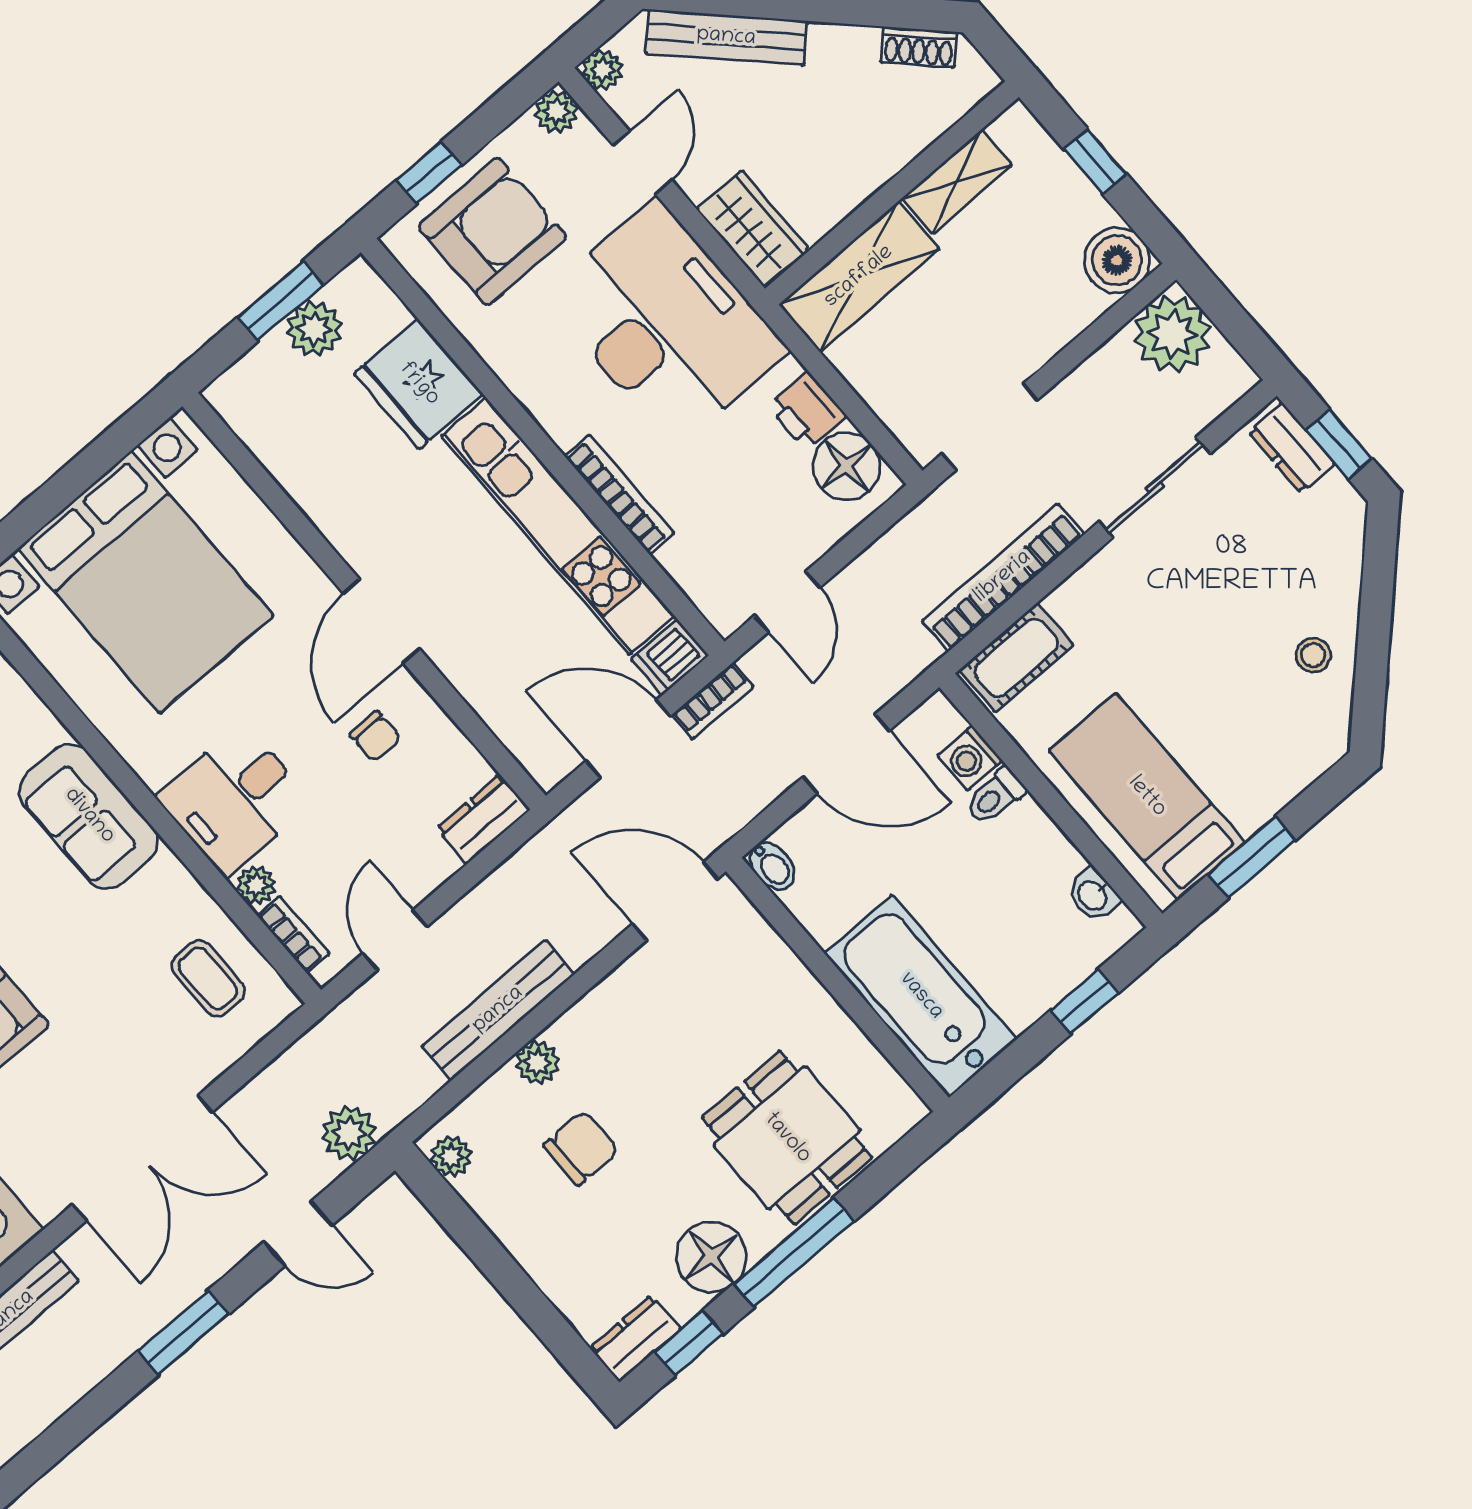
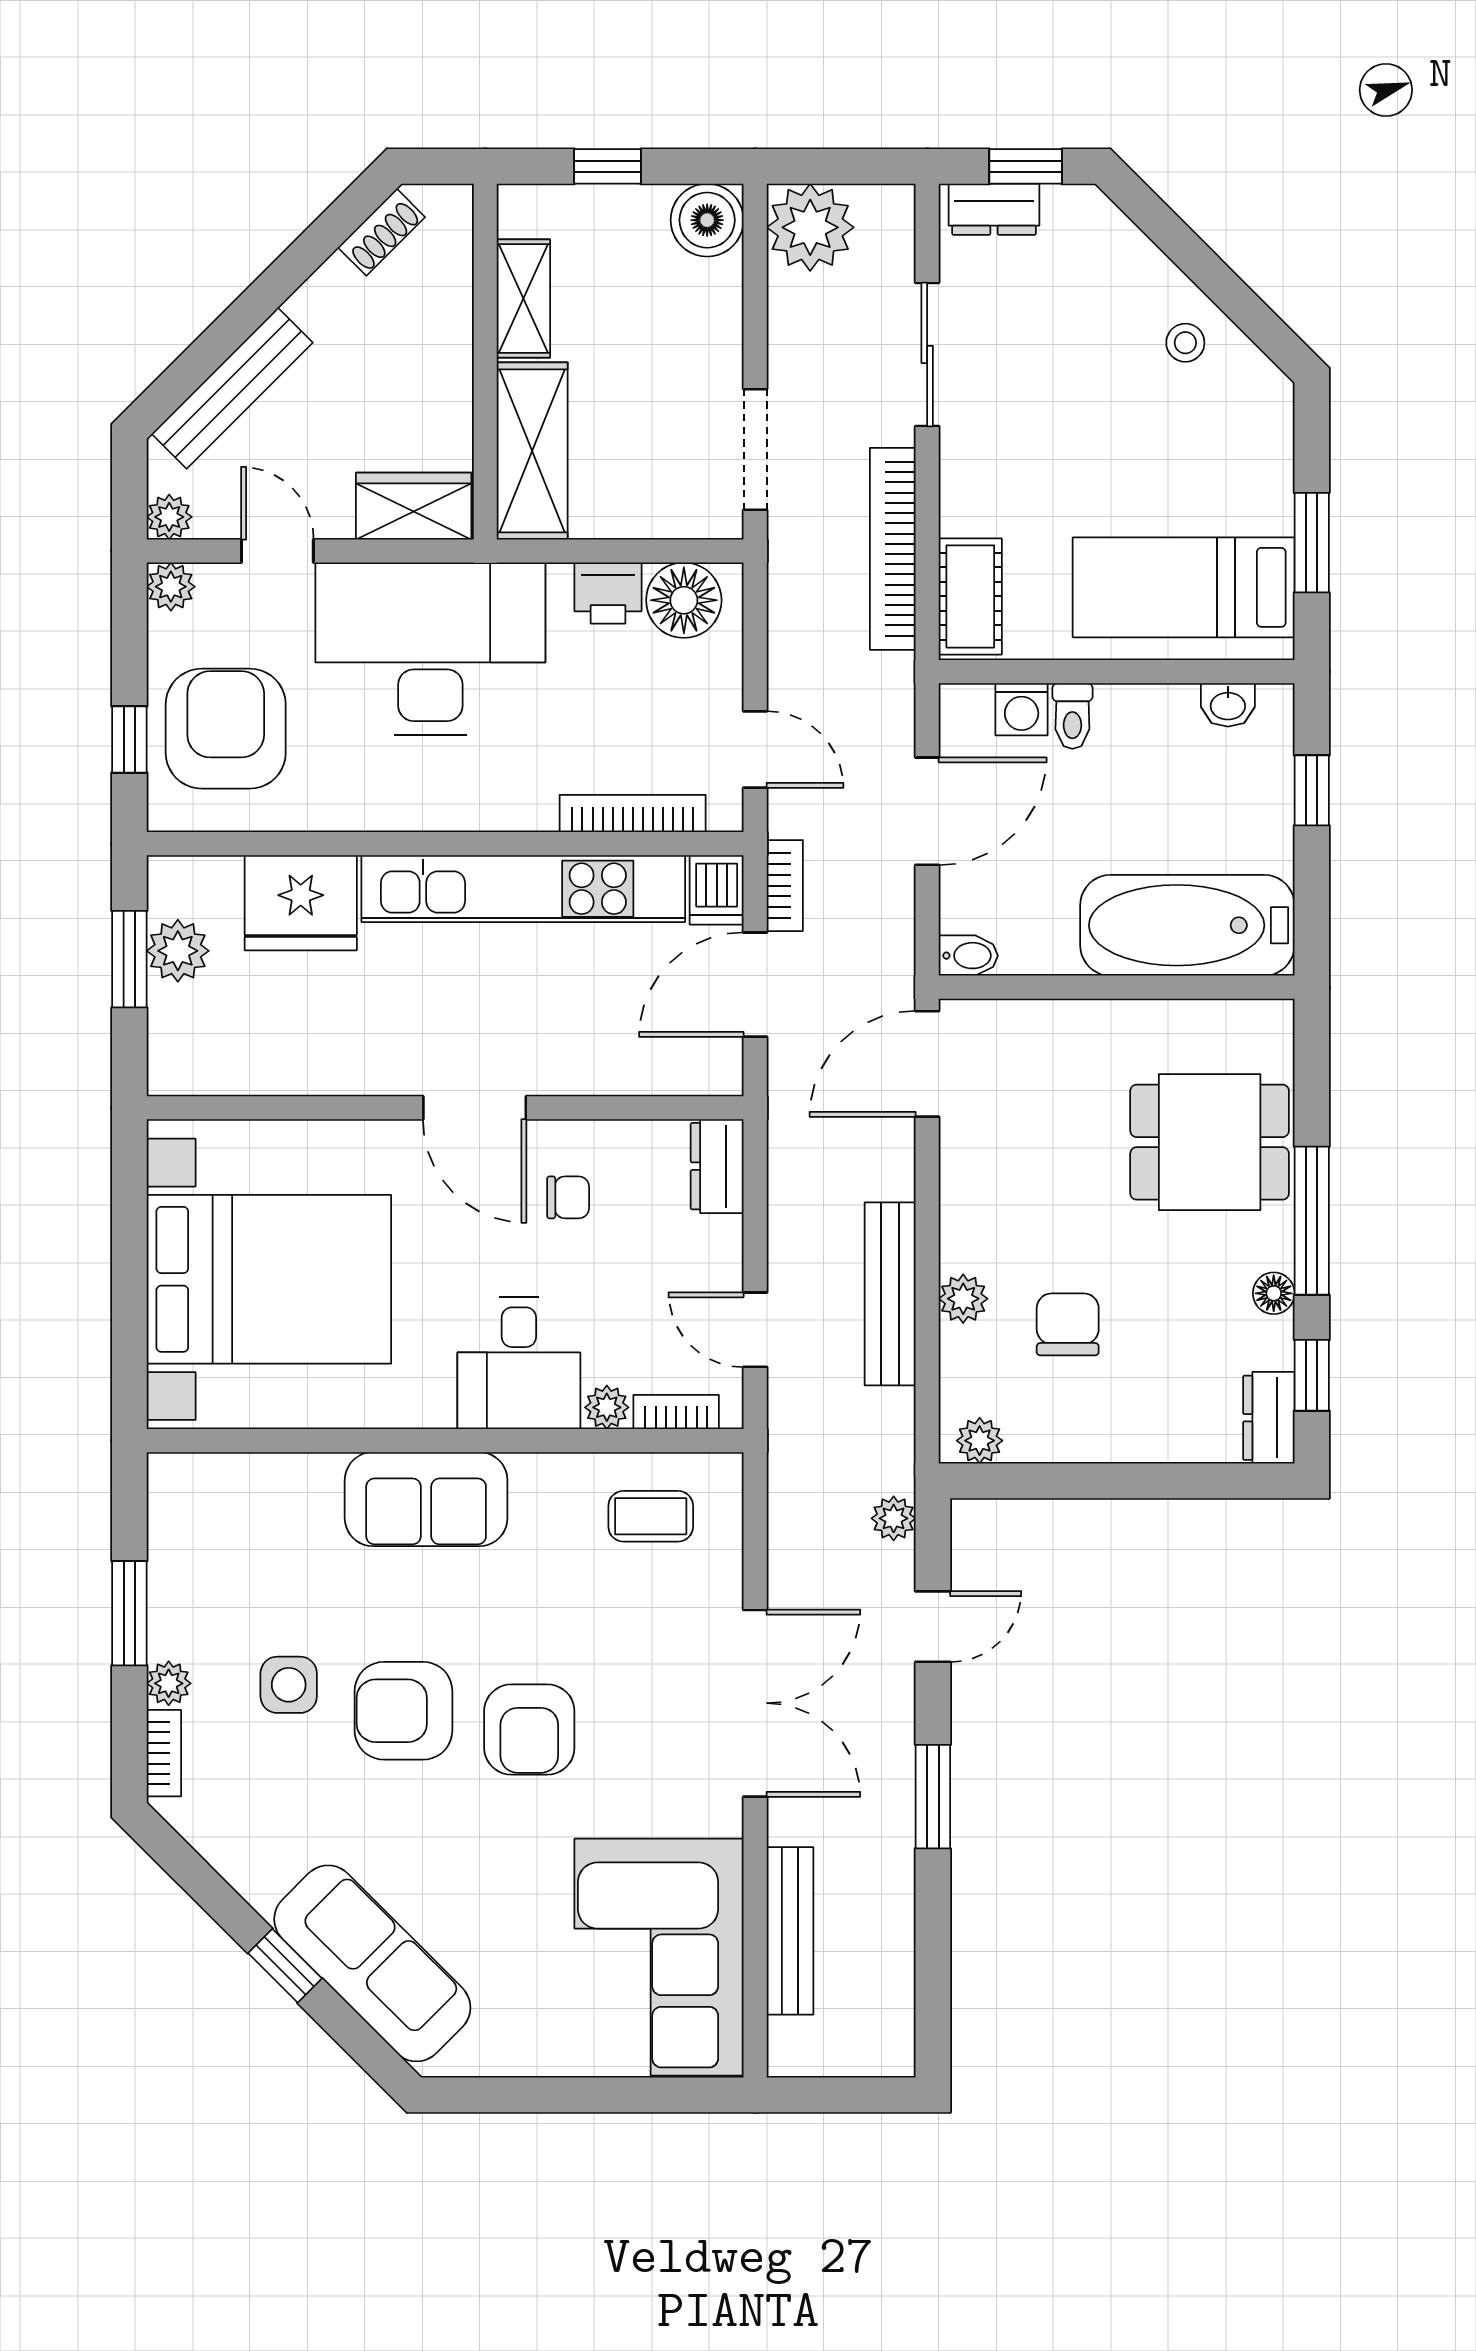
bookcase: (619, 495) -> (633, 814), moved
plant: (349, 1133) -> (894, 1518), width x0.73, depth x0.73
floor lamp: (711, 1257) -> (1274, 1293), width x0.53, depth x0.53

